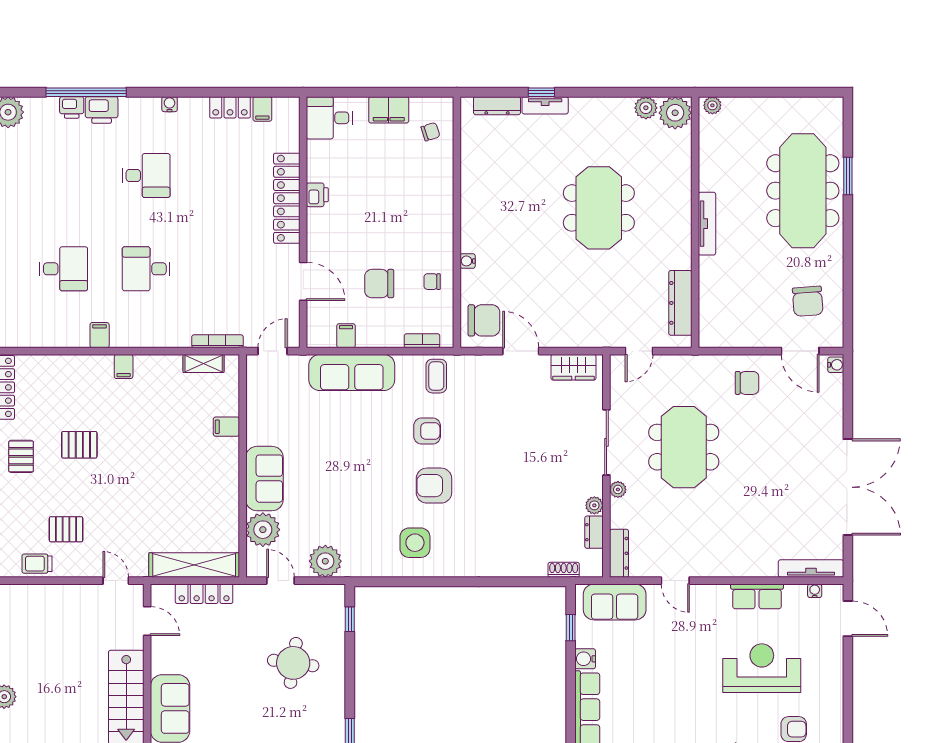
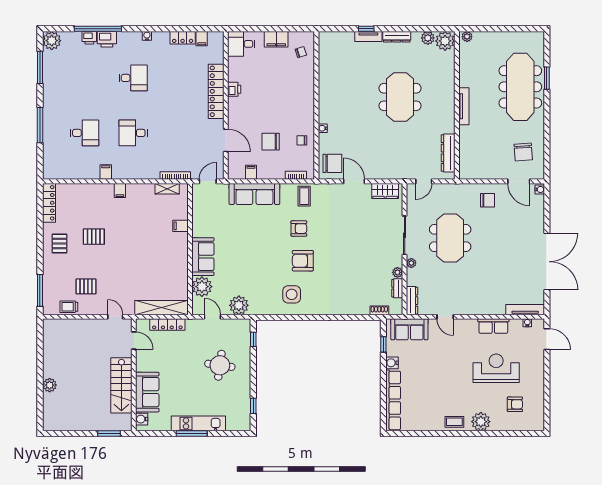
dresser: (497, 106) -> (397, 37), moved

